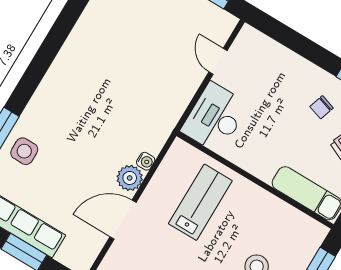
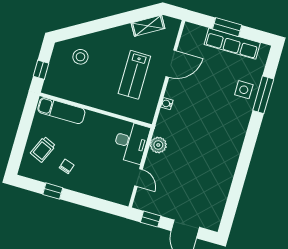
plant: (130, 178) -> (158, 145), moved
lab bench: (200, 202) -> (134, 75), moved

